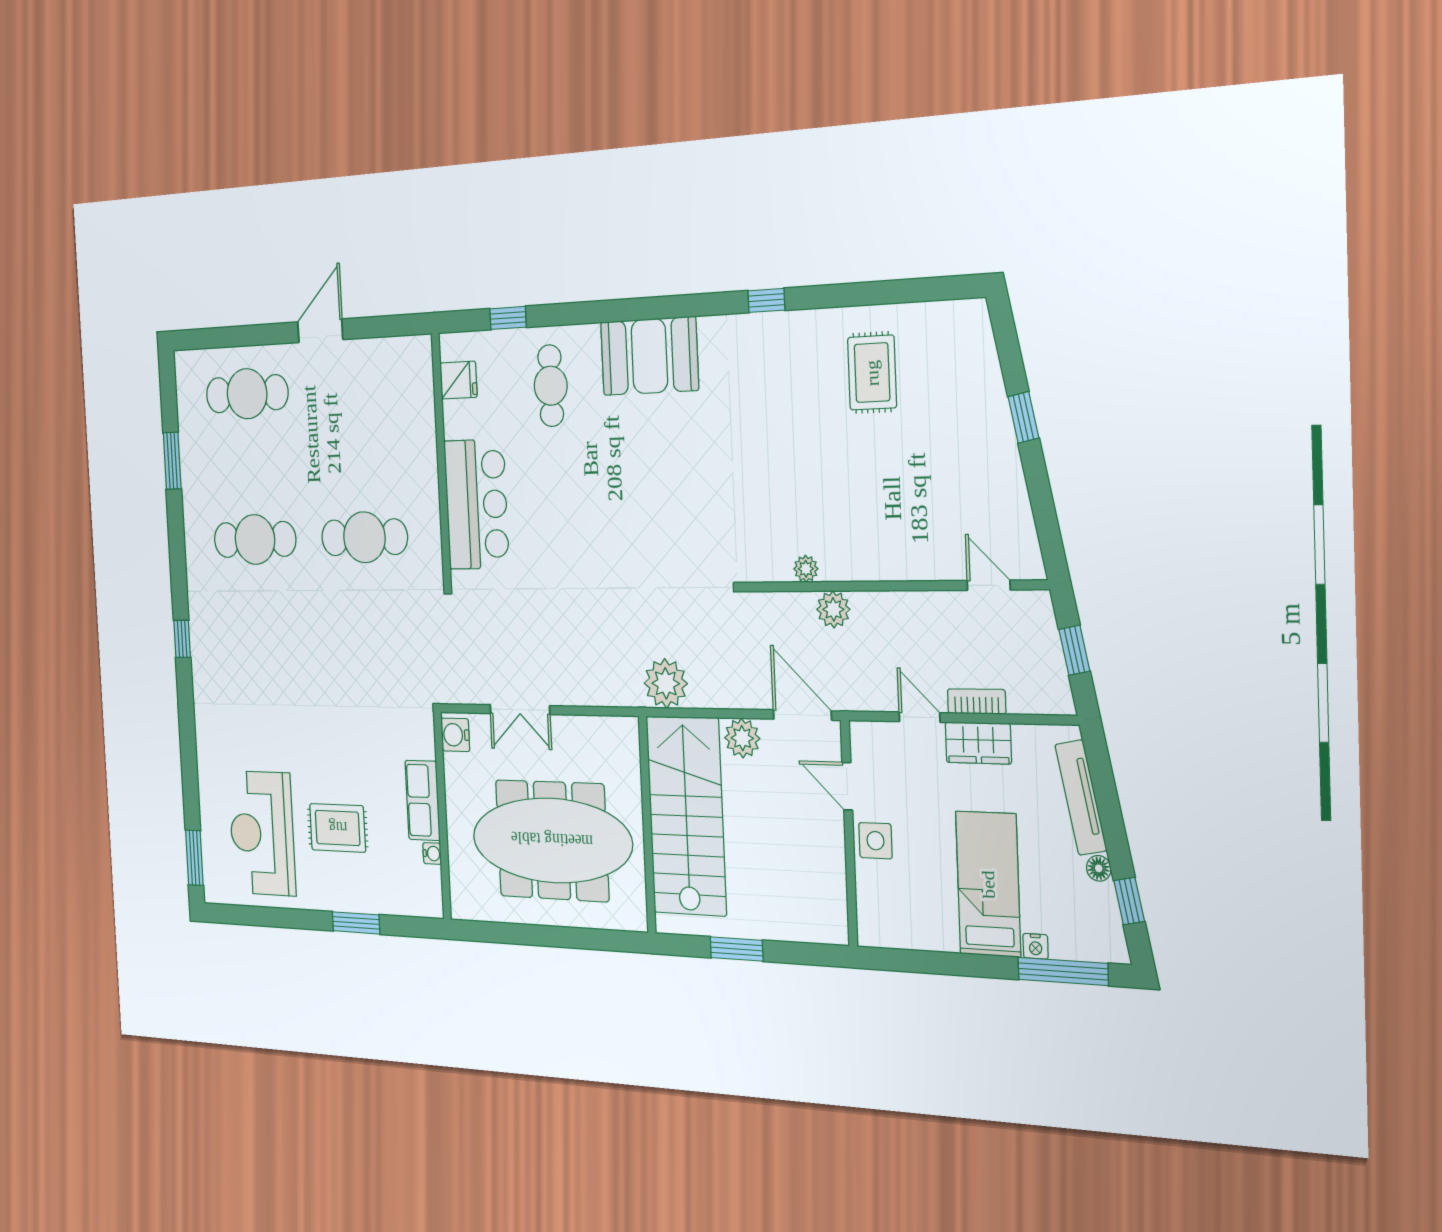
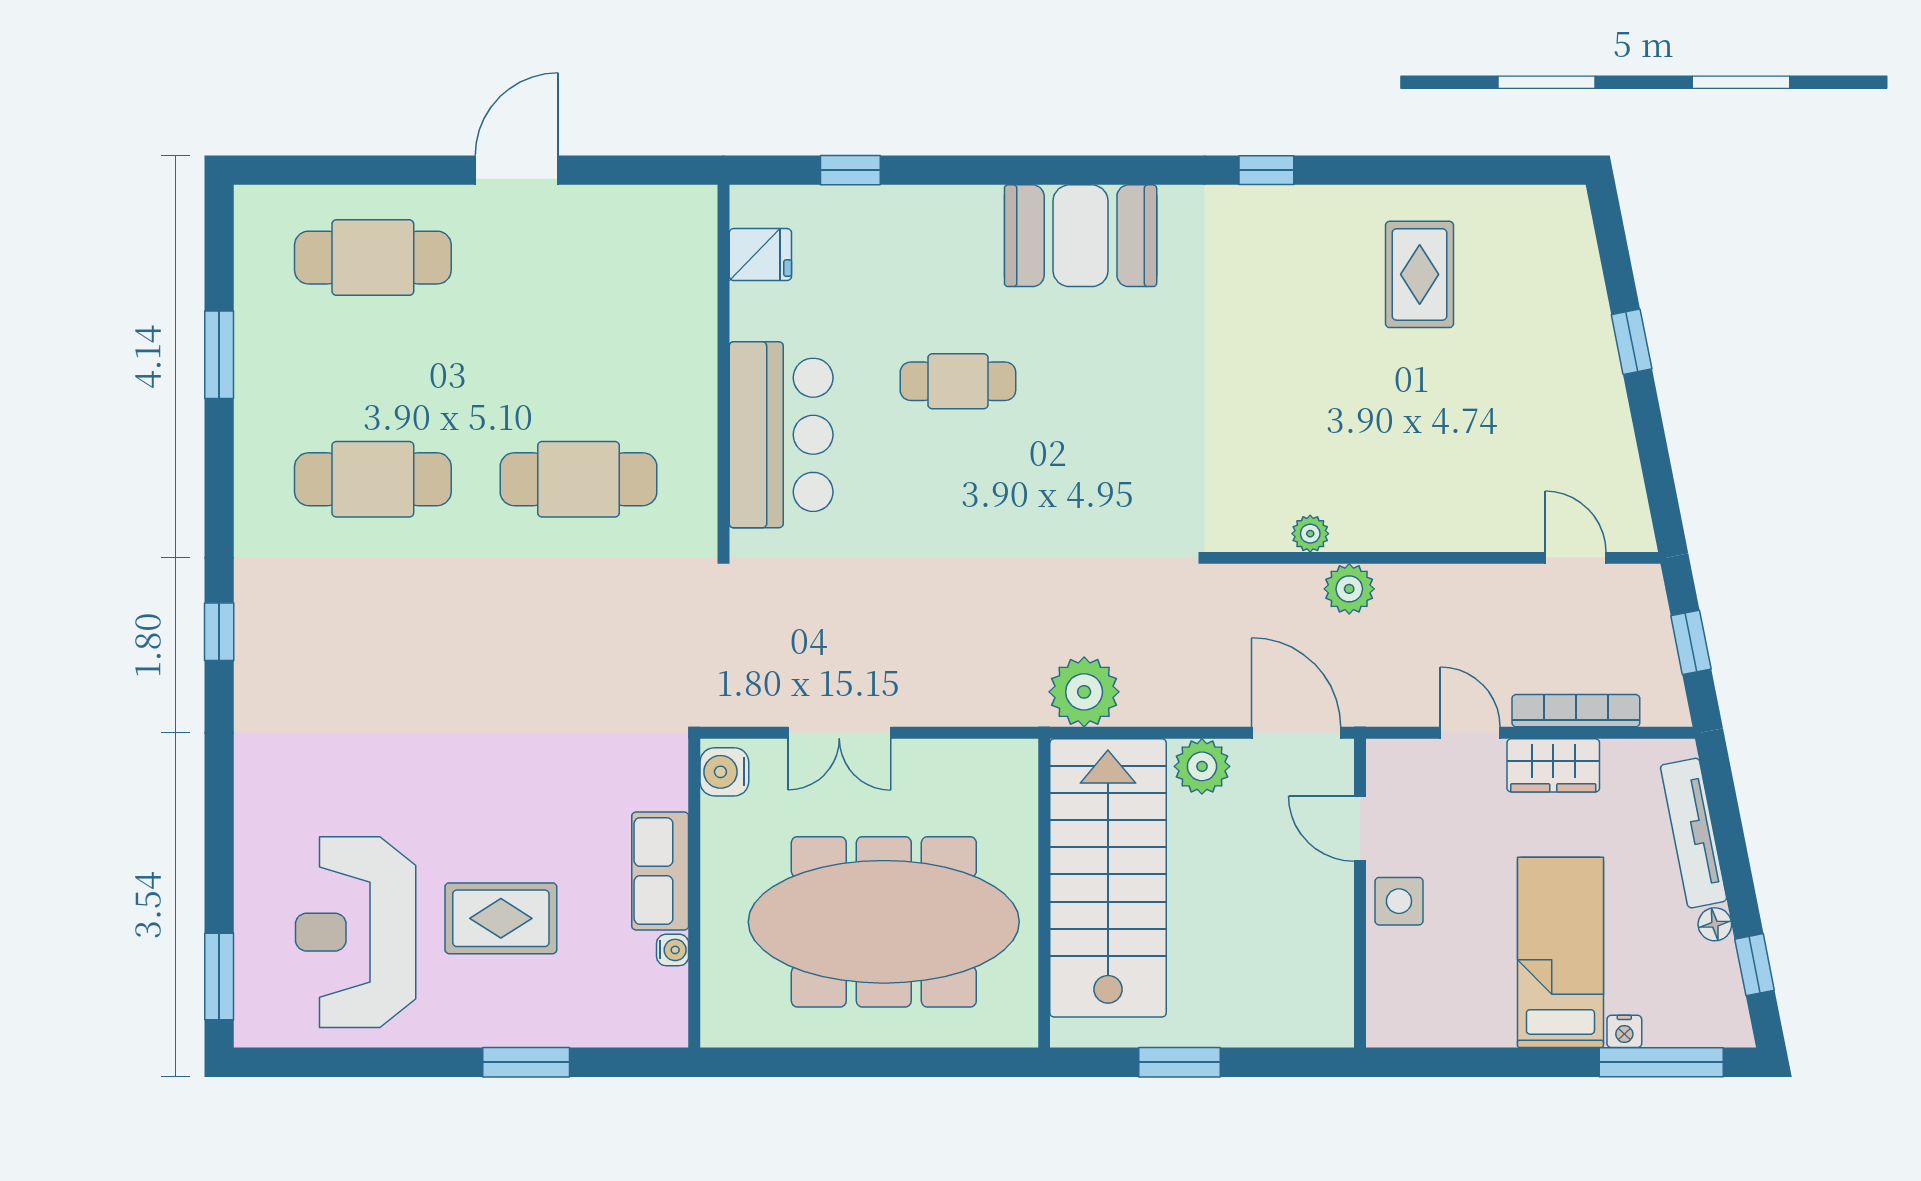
cafe table: (551, 386) -> (958, 381), moved, turned 90
bookcase: (977, 702) -> (1576, 711), width x1.56

